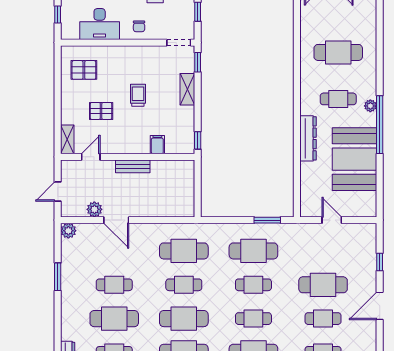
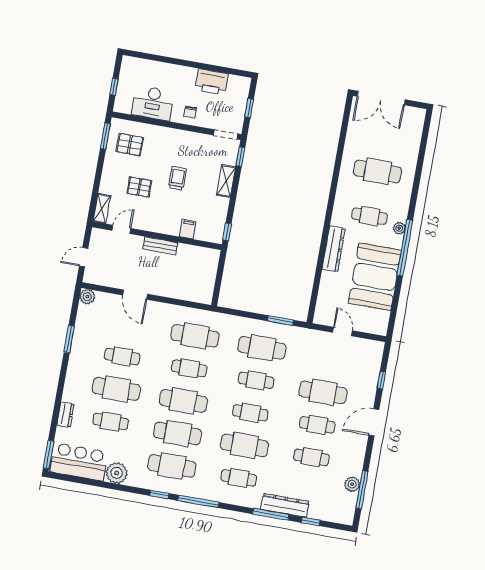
window: (58, 66) -> (105, 136), added
plant: (94, 209) -> (116, 280), removed

